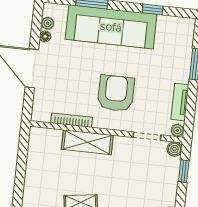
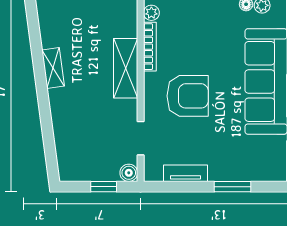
plant: (177, 130) -> (151, 13), moved

